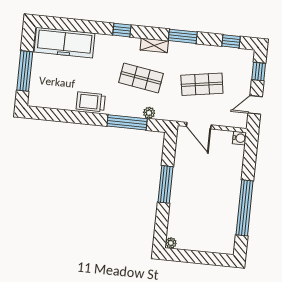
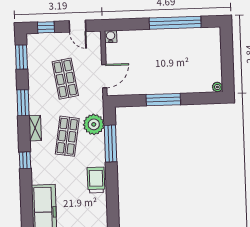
window: (231, 41) -> (21, 57), width x1.50
trolley: (91, 102) -> (96, 180), turned 180
plant: (149, 113) -> (94, 124), width x1.88, depth x1.88

